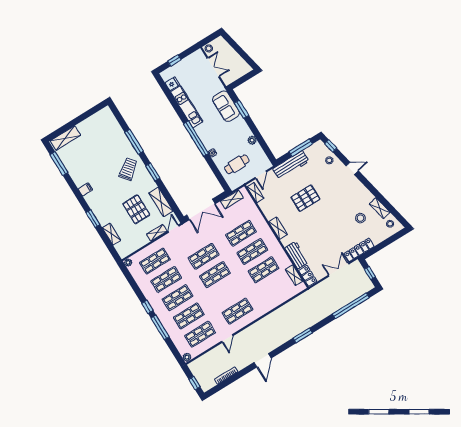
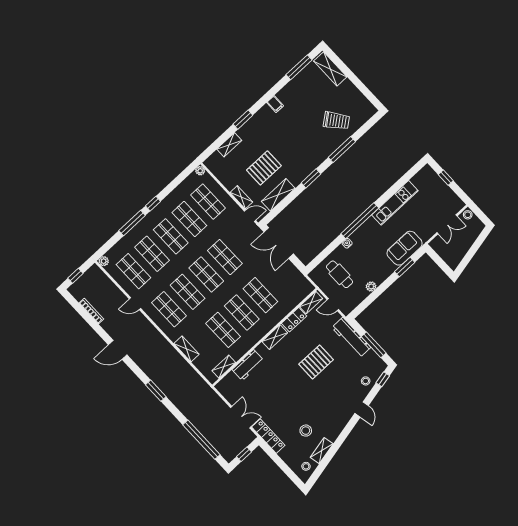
fridge: (172, 84) -> (418, 181), removed
trolley: (128, 169) -> (336, 121), moved
pallet: (305, 198) -> (316, 362), turned 90
shelving: (232, 199) -> (186, 349), moved
locker: (308, 276) -> (294, 320), moved
shop shelf: (226, 293) -> (188, 292), added

